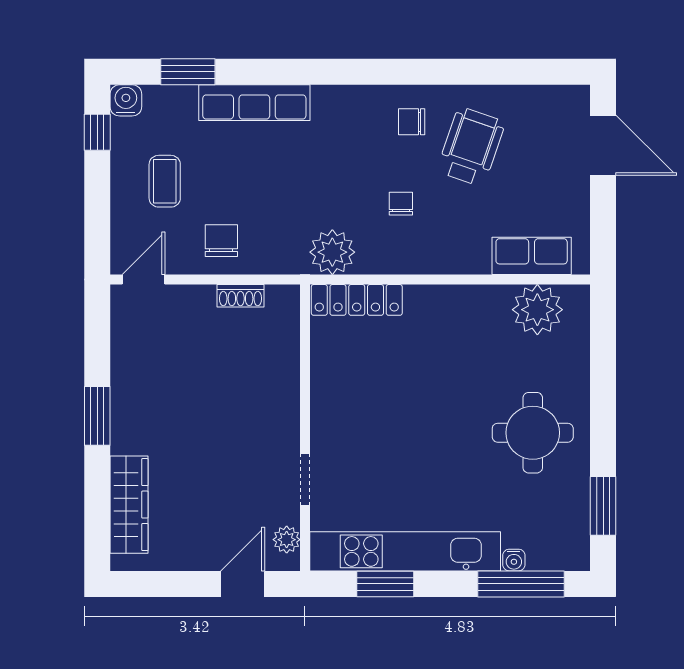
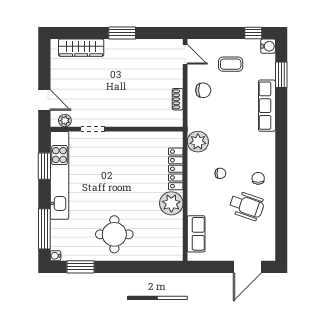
locker: (357, 300) -> (176, 169), moved
plant: (537, 310) -> (171, 203), moved
water cooler: (514, 560) -> (55, 256), moved

